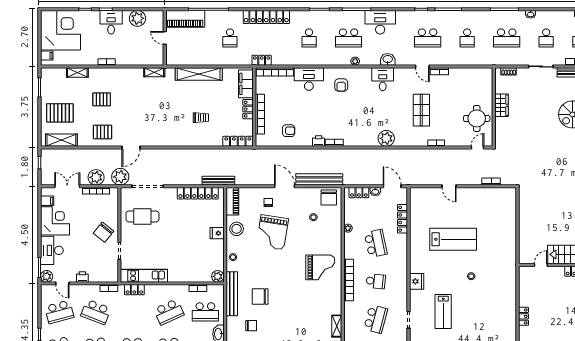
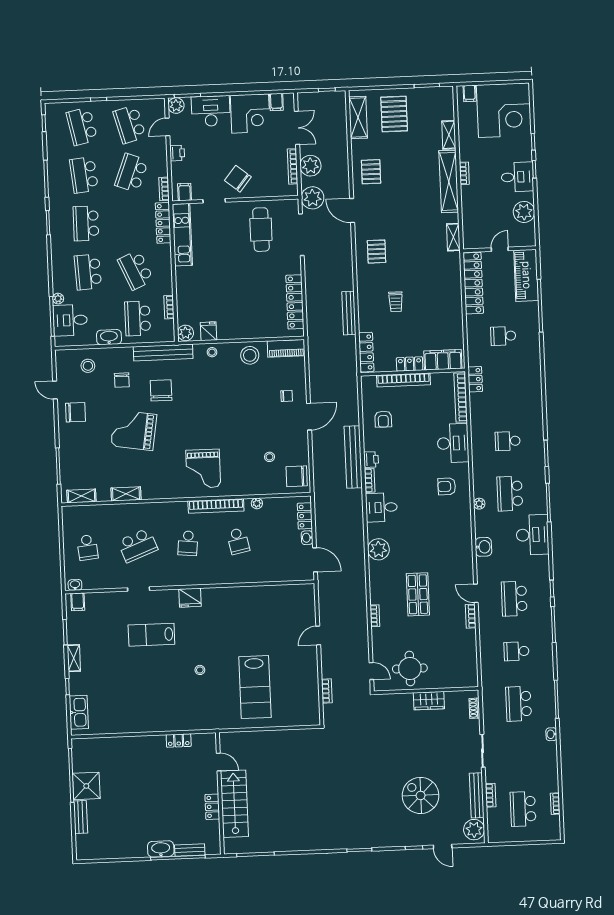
locker: (266, 17) -> (473, 283), moved, turned 180
school desk: (546, 38) -> (521, 756), removed
door: (422, 67) -> (476, 593), hinge flipped
shelving: (199, 74) -> (449, 181), moved
desk: (383, 79) -> (381, 507), moved, turned 180
pallet: (102, 99) -> (377, 252), moved
shop shelf: (421, 110) -> (418, 594), turned 90
bench: (319, 179) -> (353, 457), moved
bench: (218, 181) -> (349, 313), moved
door: (392, 186) -> (315, 560), hinge flipped
locker: (402, 219) -> (272, 575), removed
grand piano: (272, 232) -> (134, 430), moved
fridge: (217, 233) -> (208, 331), moved
lab bench: (453, 239) -> (255, 687), moved
school desk: (376, 243) -> (238, 541), width x0.54
filing cabinet: (112, 273) -> (185, 192), added
bookcase: (349, 280) -> (216, 506), moved
locker: (134, 290) -> (163, 223), width x1.53
locker: (524, 316) -> (179, 740), moved
school desk: (376, 319) -> (138, 545), turned -36

